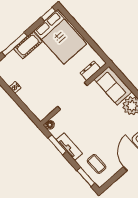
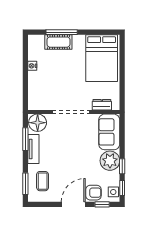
window: (48, 14) -> (108, 32), removed
cot: (28, 45) -> (58, 42), moved
floor lamp: (50, 125) -> (38, 123), width x1.89, depth x1.89

